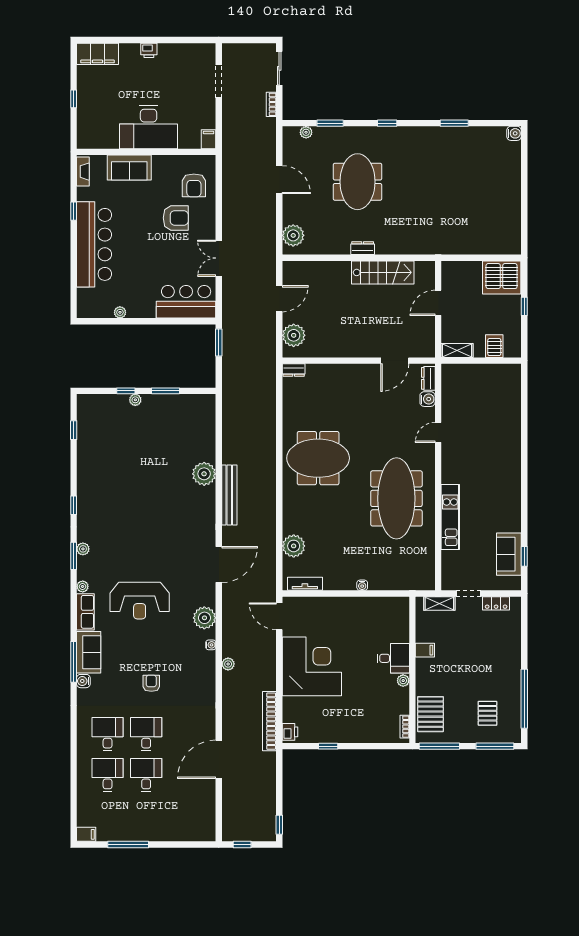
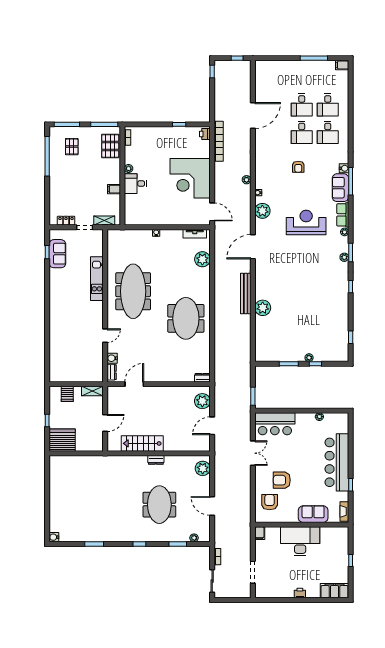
meeting table: (318, 458) -> (186, 318), turned 90

